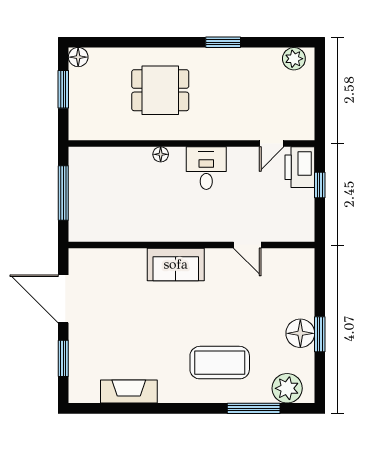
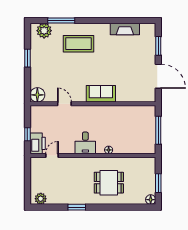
floor lamp: (300, 333) -> (37, 95), moved

